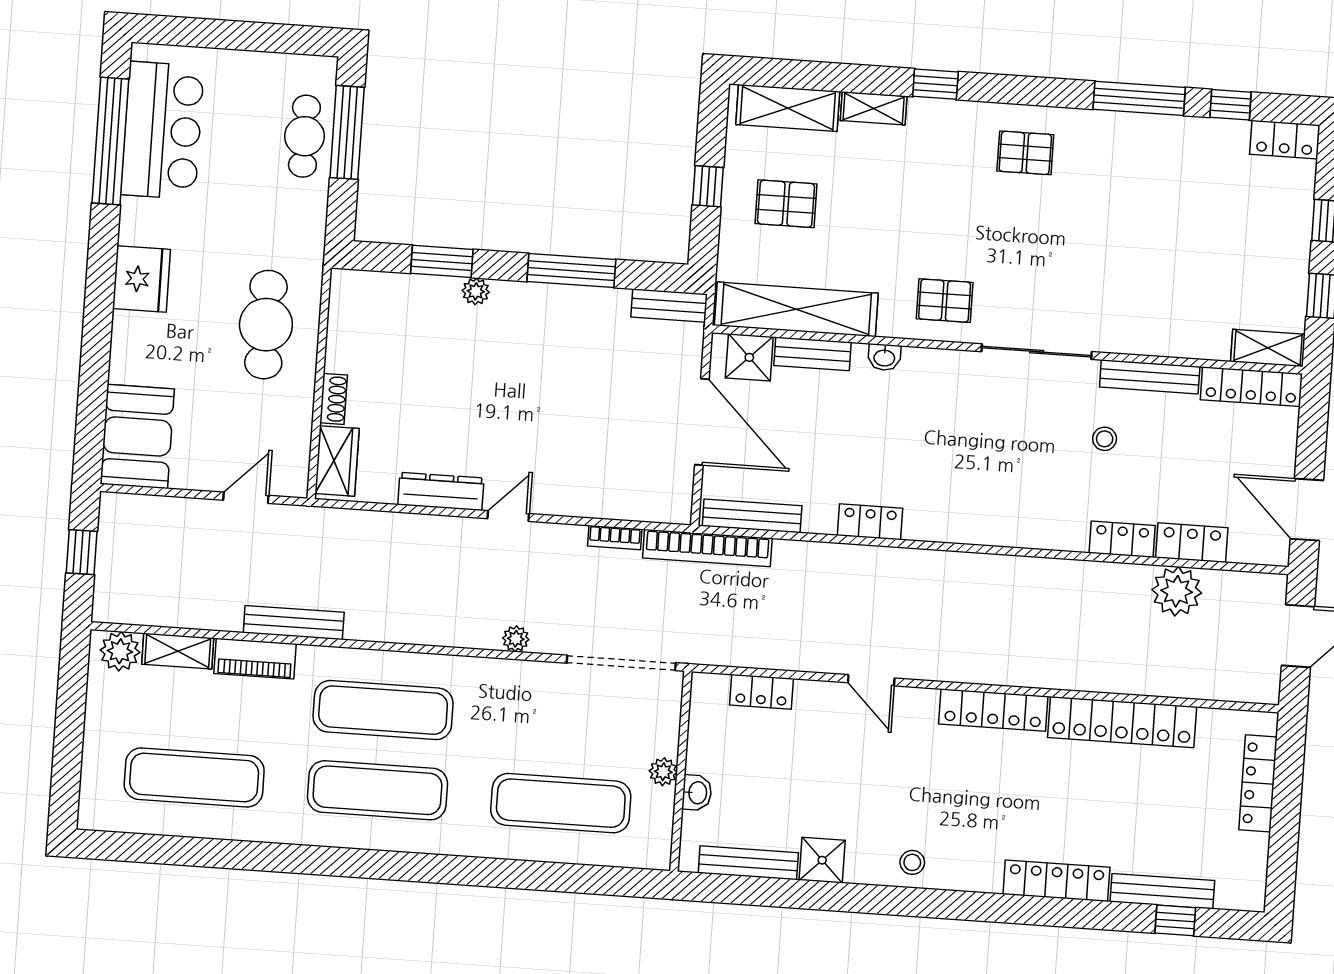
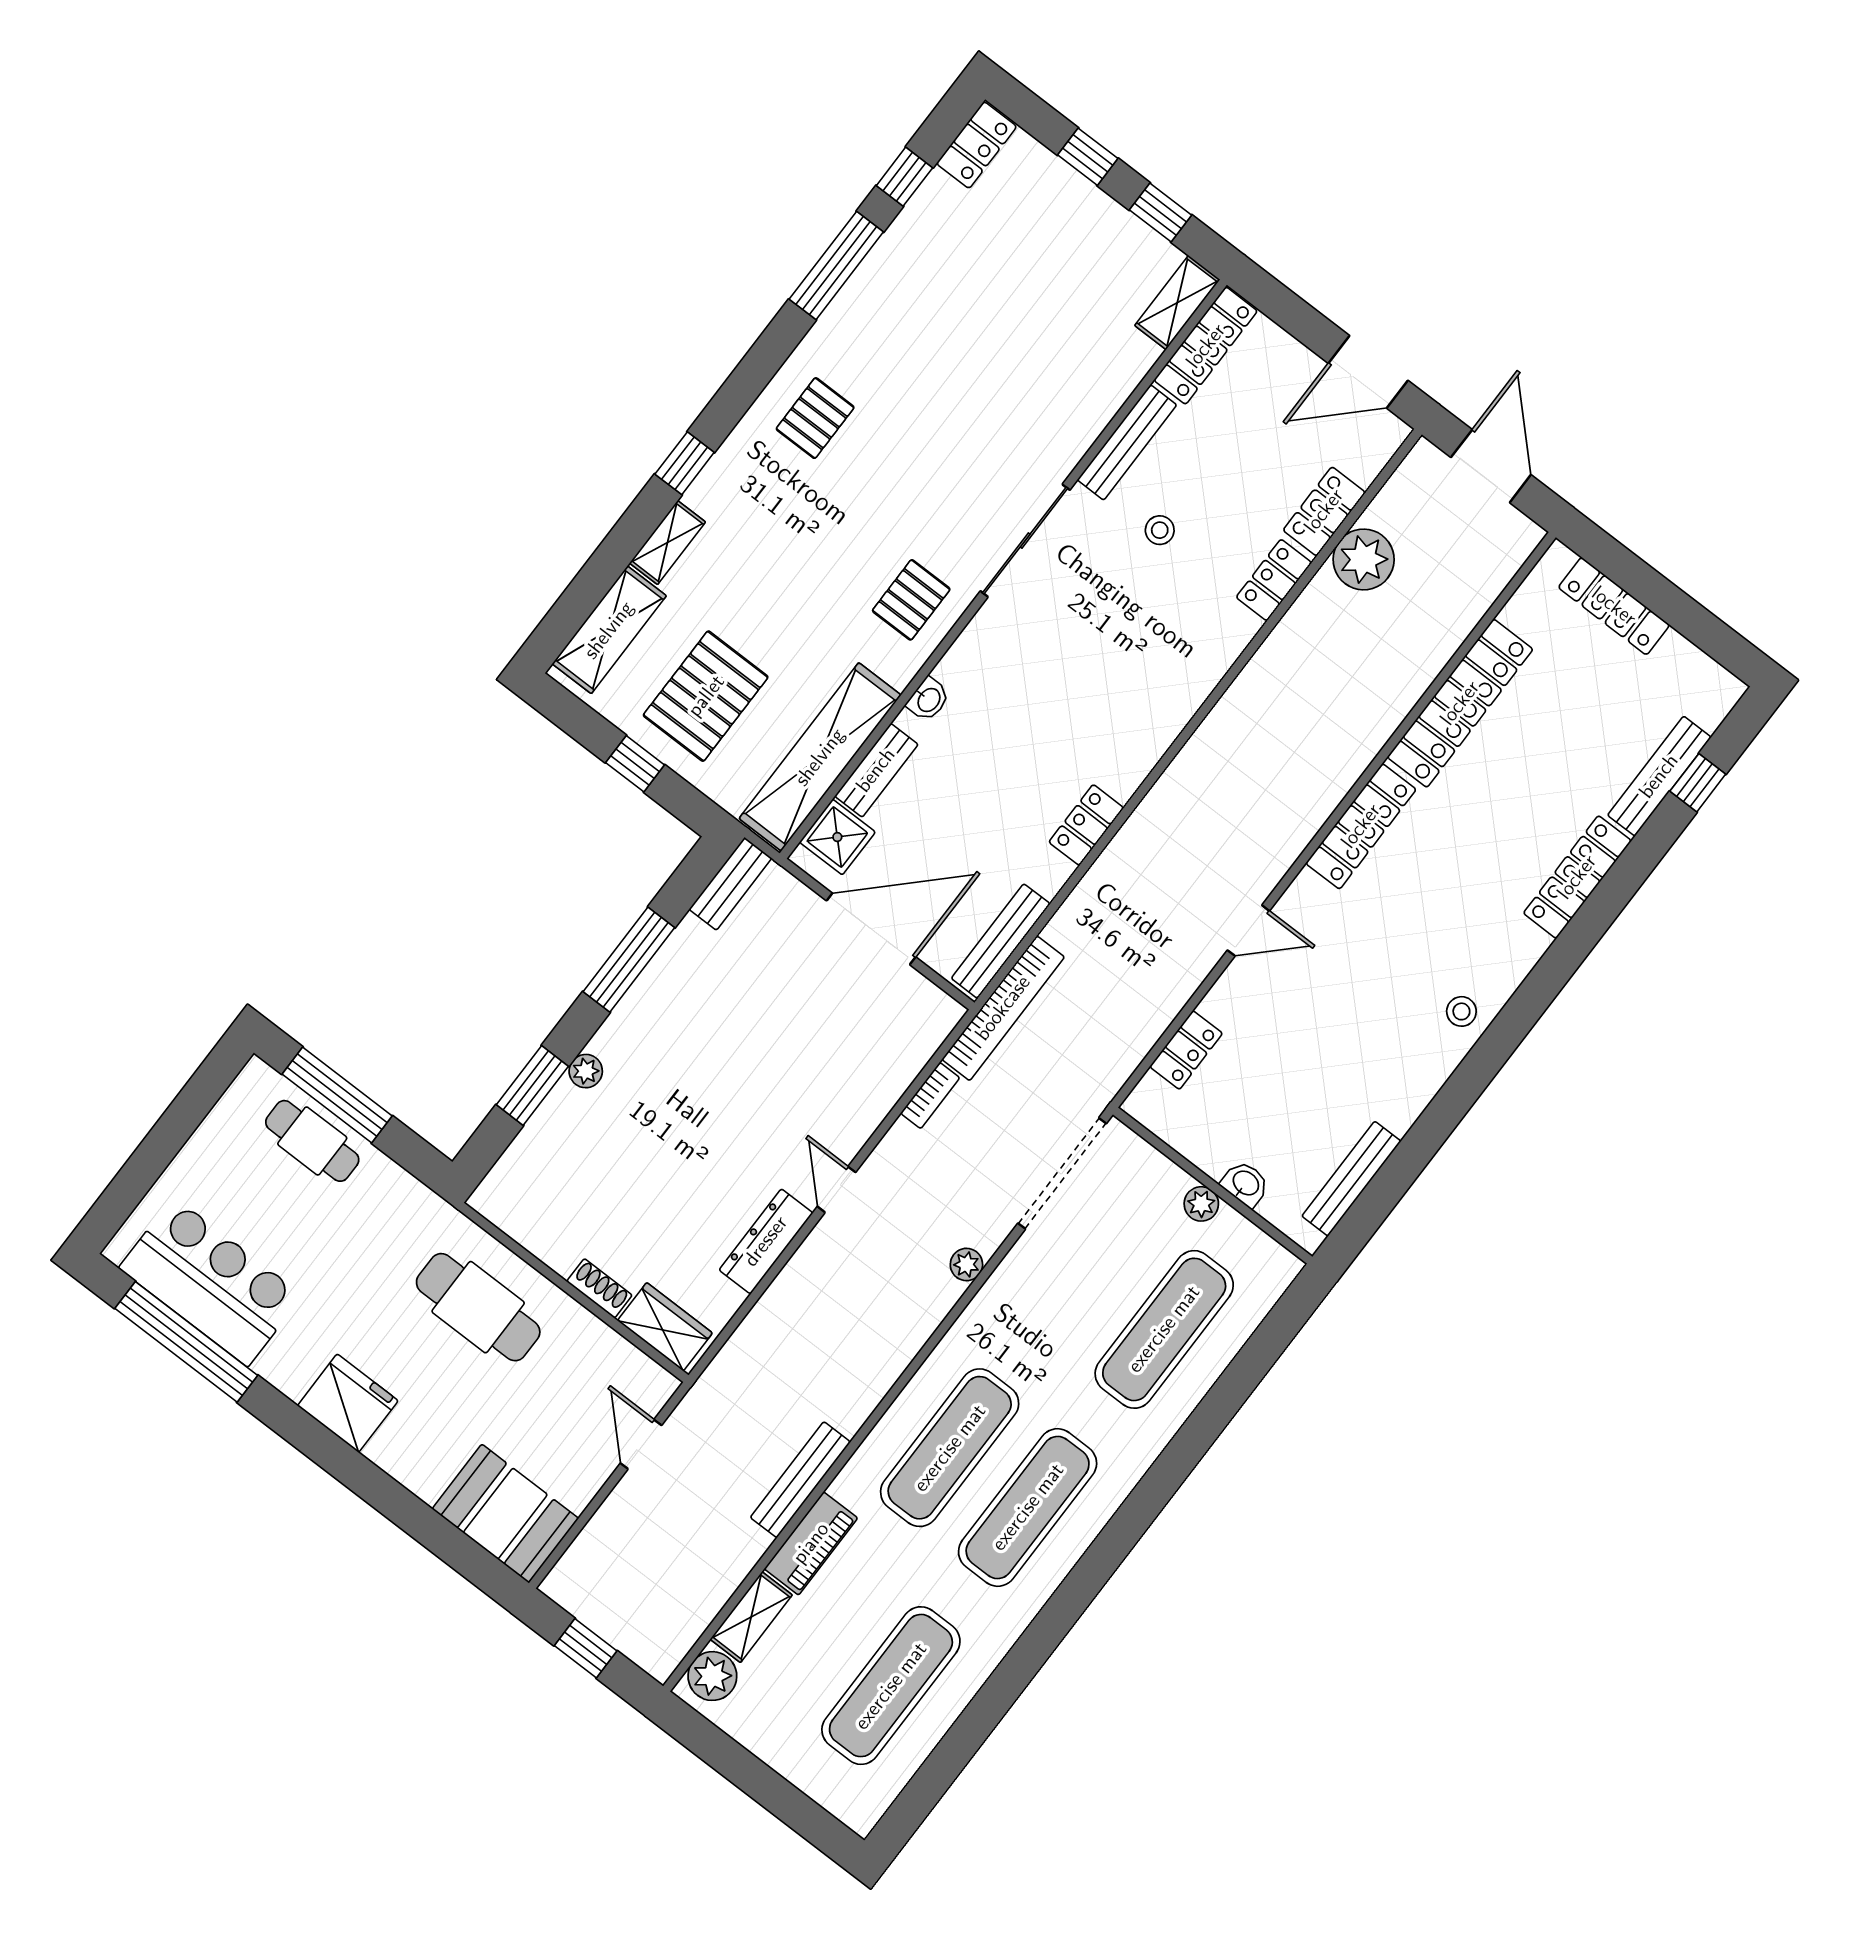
pallet: (786, 204) -> (706, 696), width x1.50, depth x1.42
shower: (822, 860) -> (1398, 1102), removed

